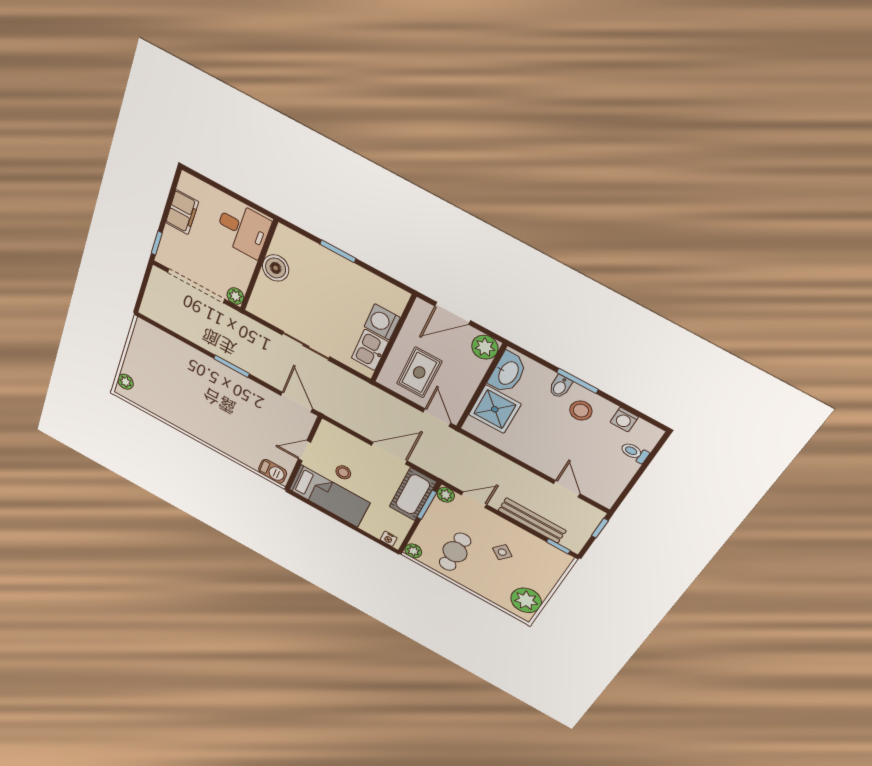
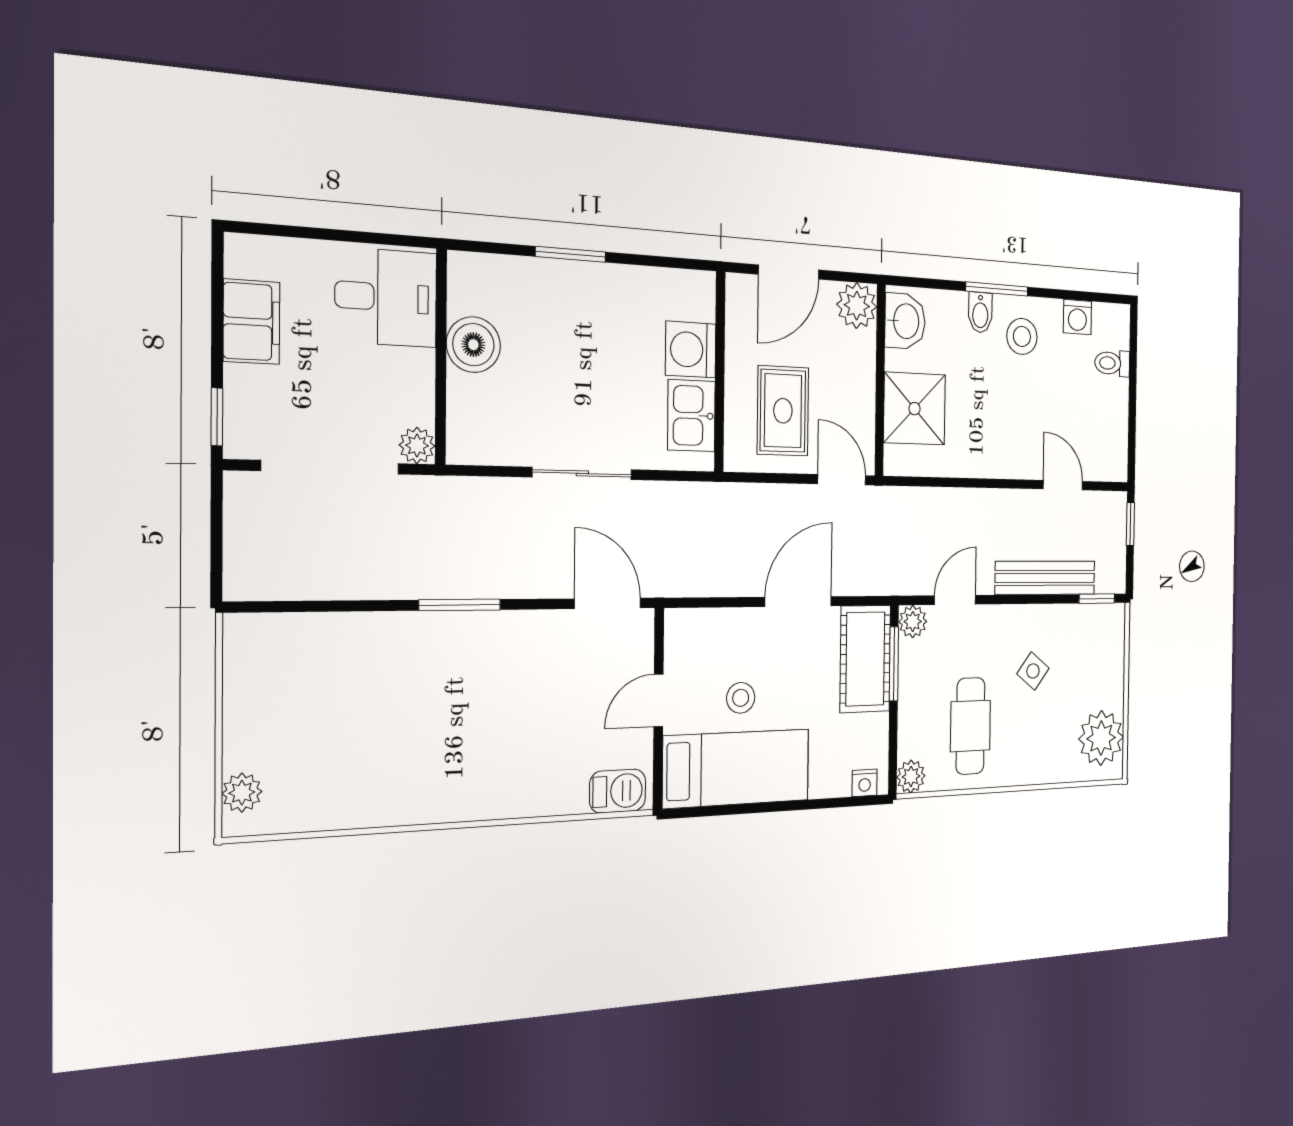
washbasin: (508, 373) -> (905, 321), width x0.72

